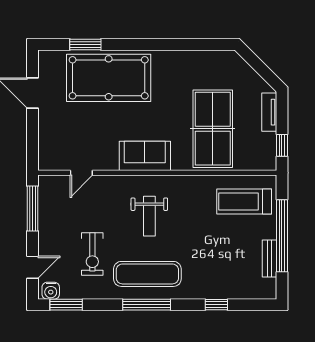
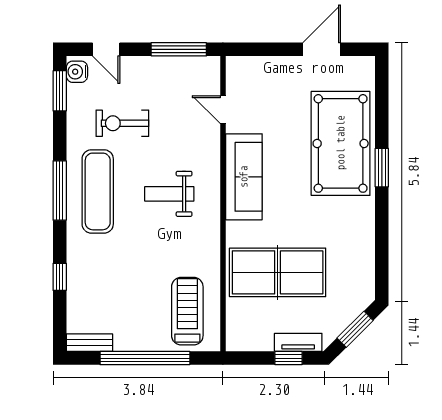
window: (85, 45) -> (382, 168), moved
window: (259, 66) -> (355, 329), added
window: (282, 145) -> (289, 358), moved
sofa: (145, 156) -> (244, 177), width x1.36
bench: (269, 259) -> (89, 343), moved

